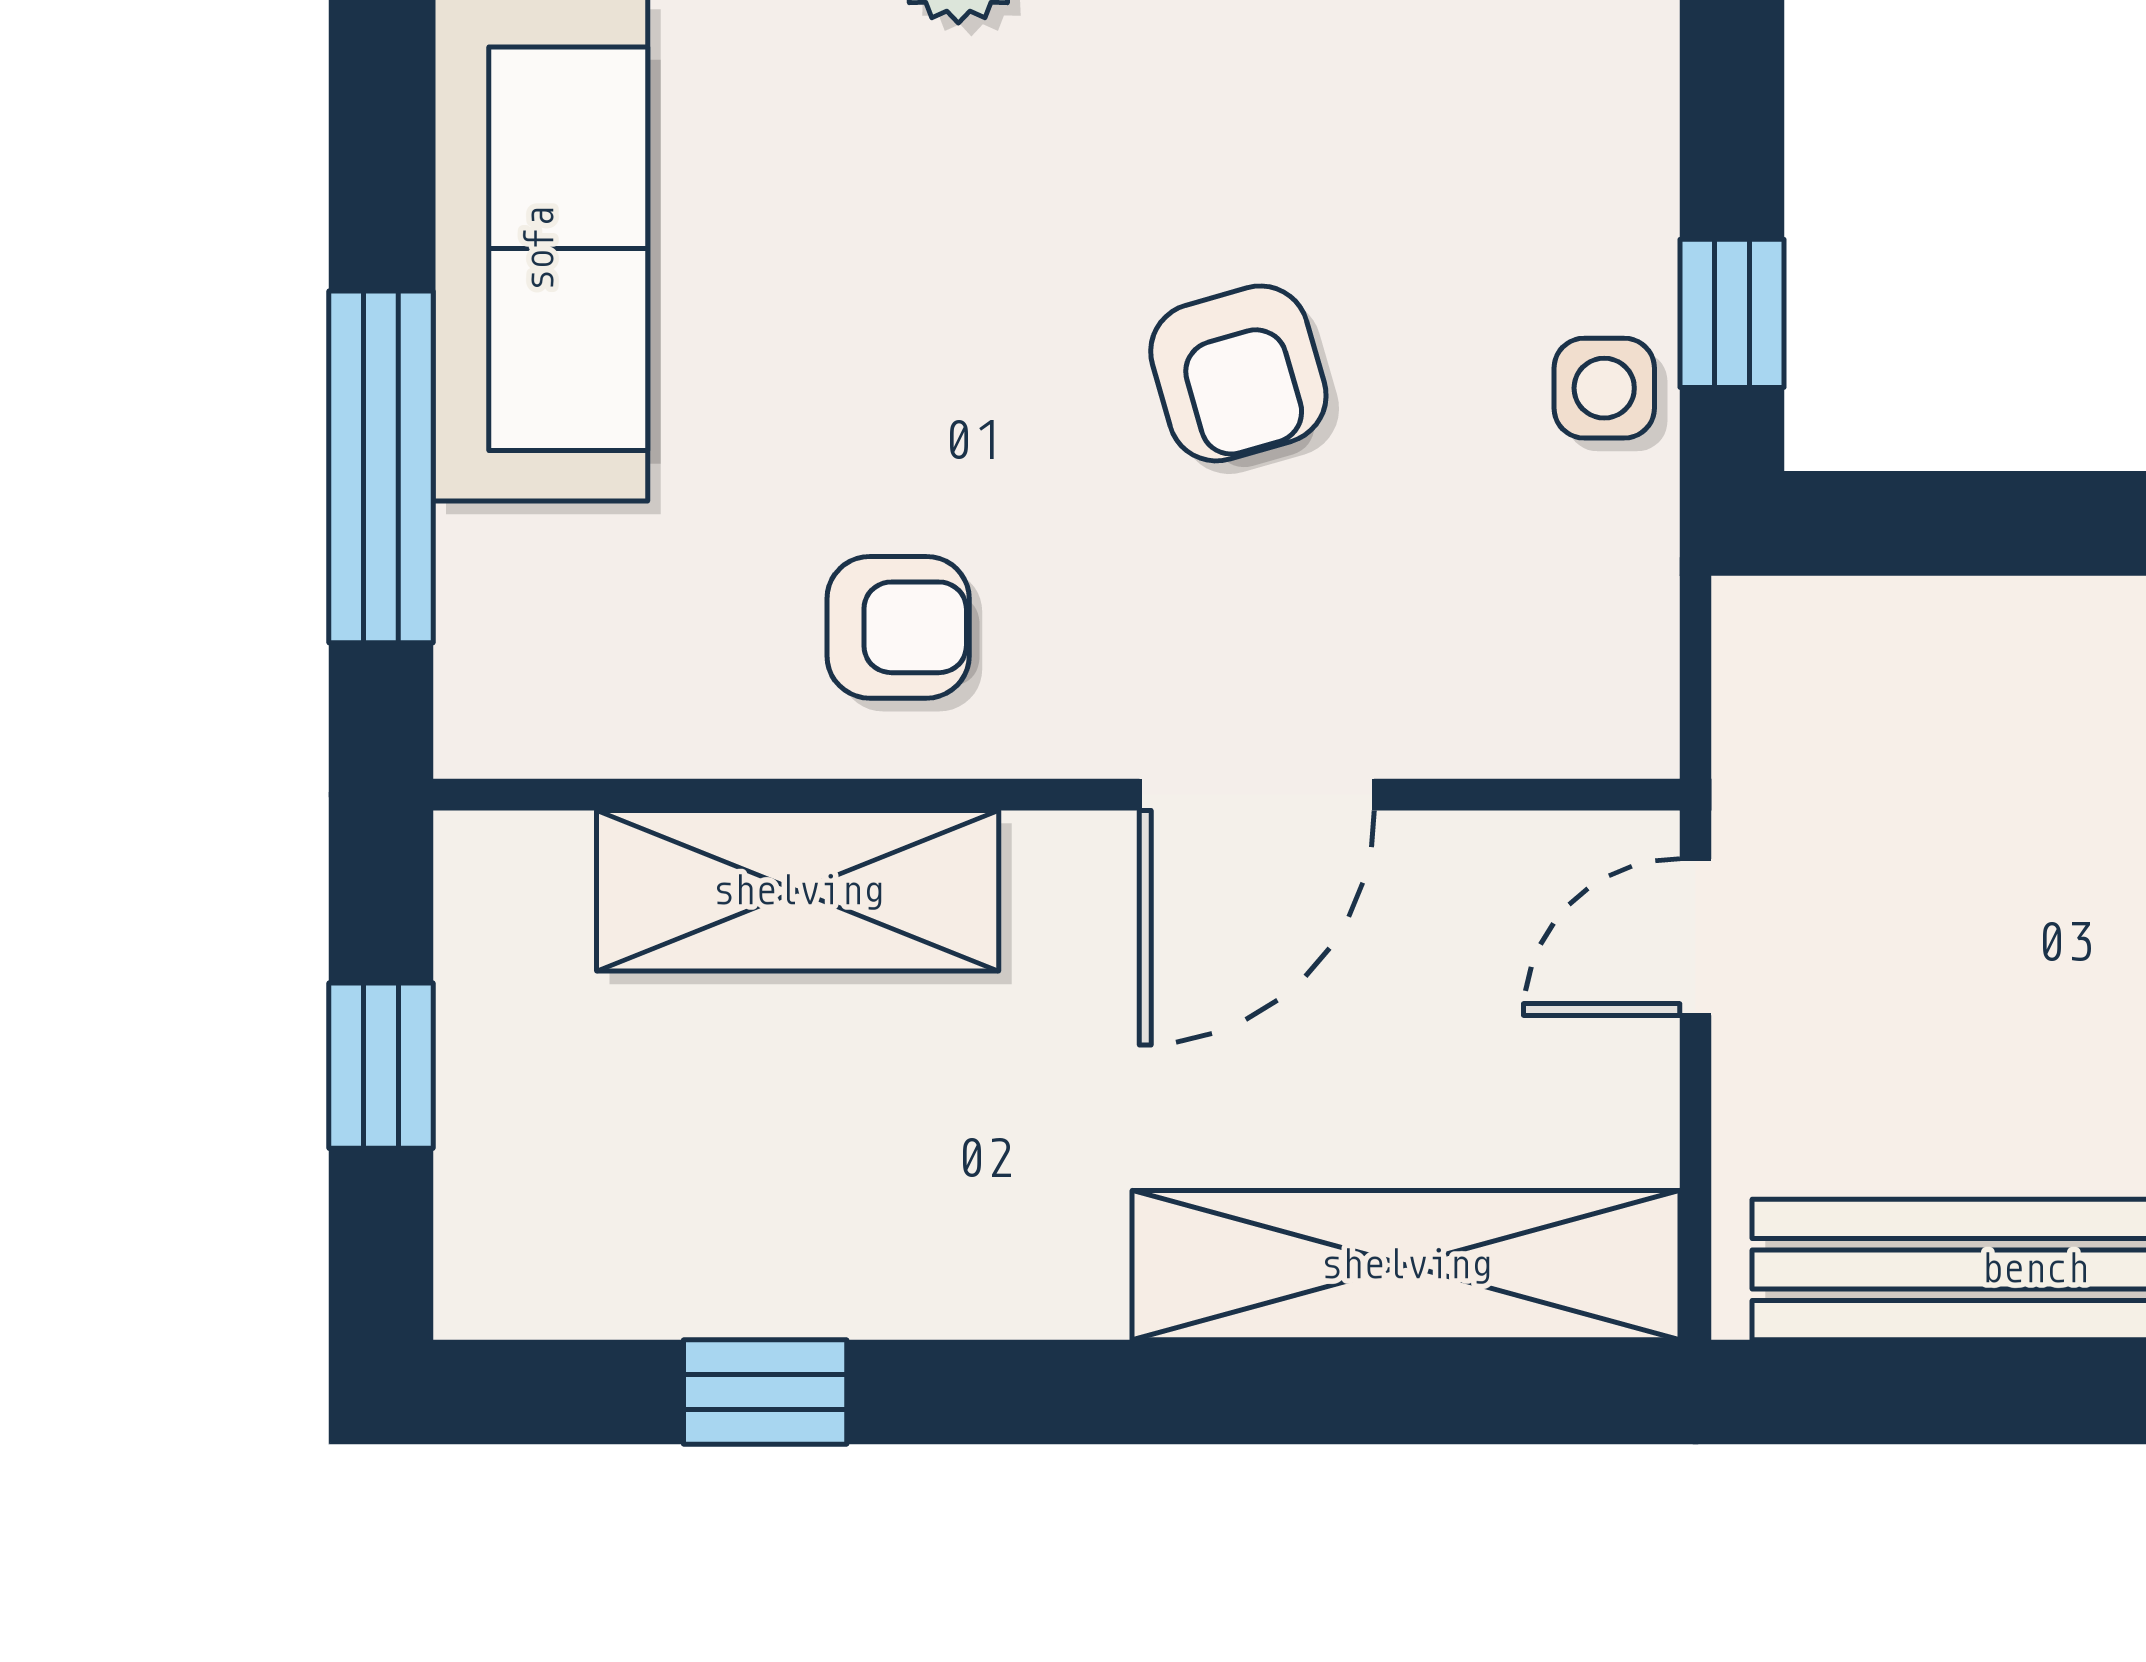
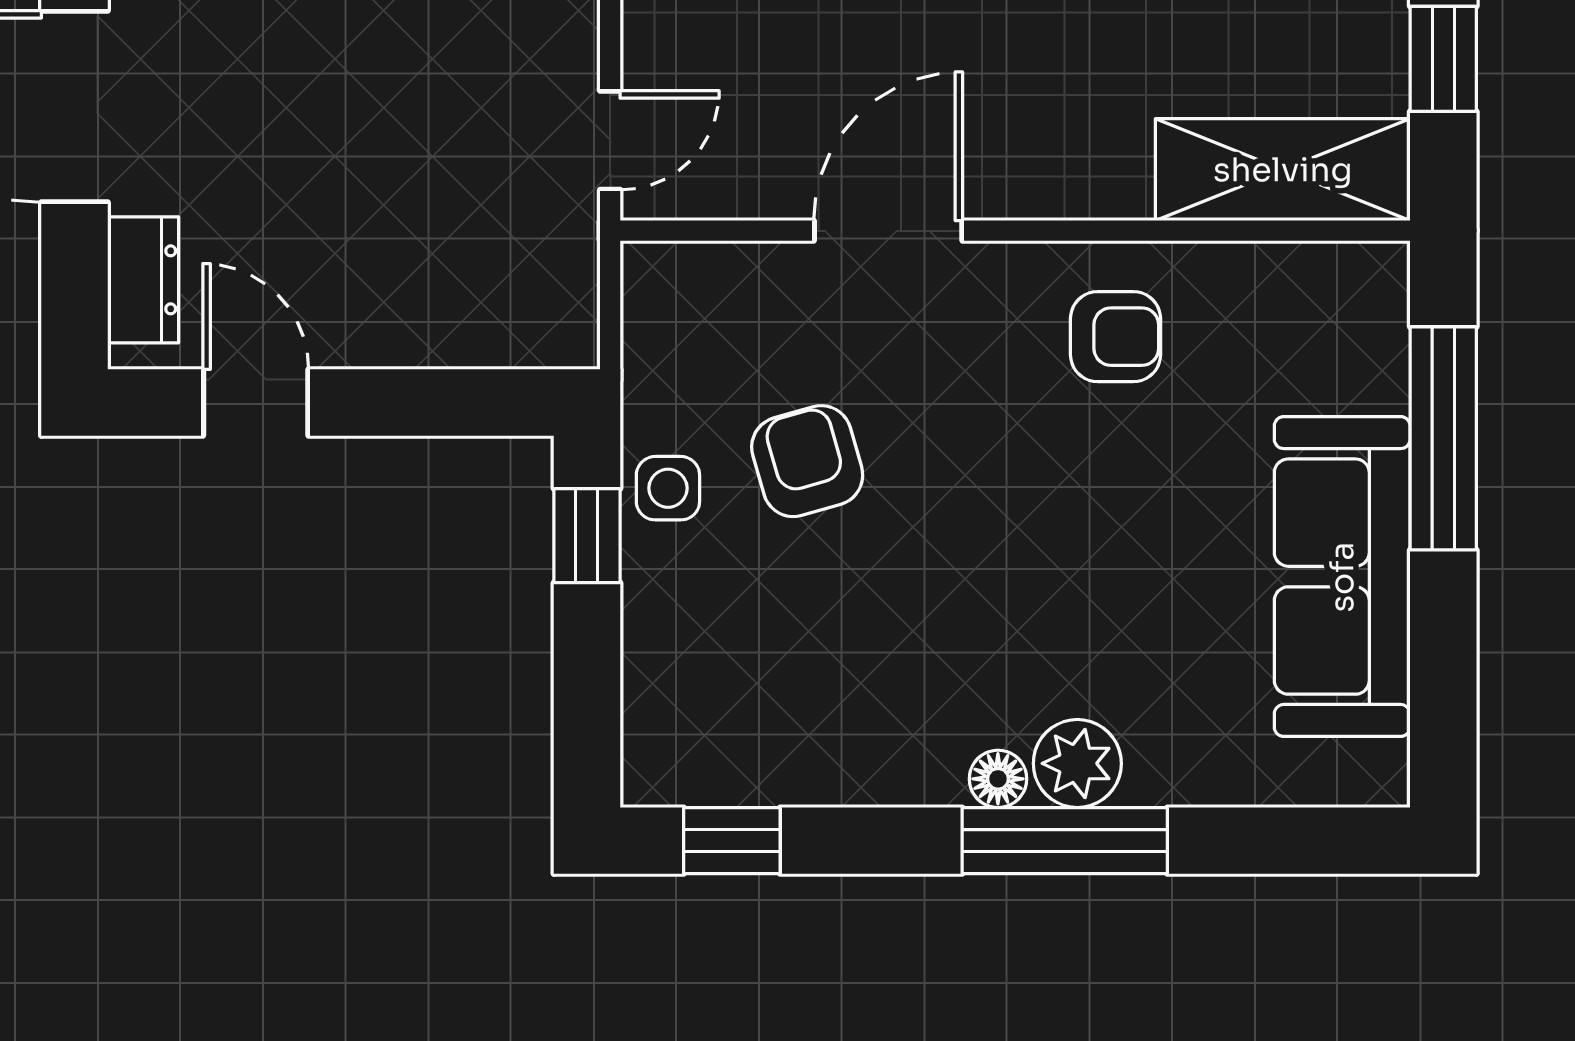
armchair: (1238, 373) -> (807, 461), moved
armchair: (898, 627) -> (1115, 337), turned 180
shelving: (798, 891) -> (1283, 170), moved

